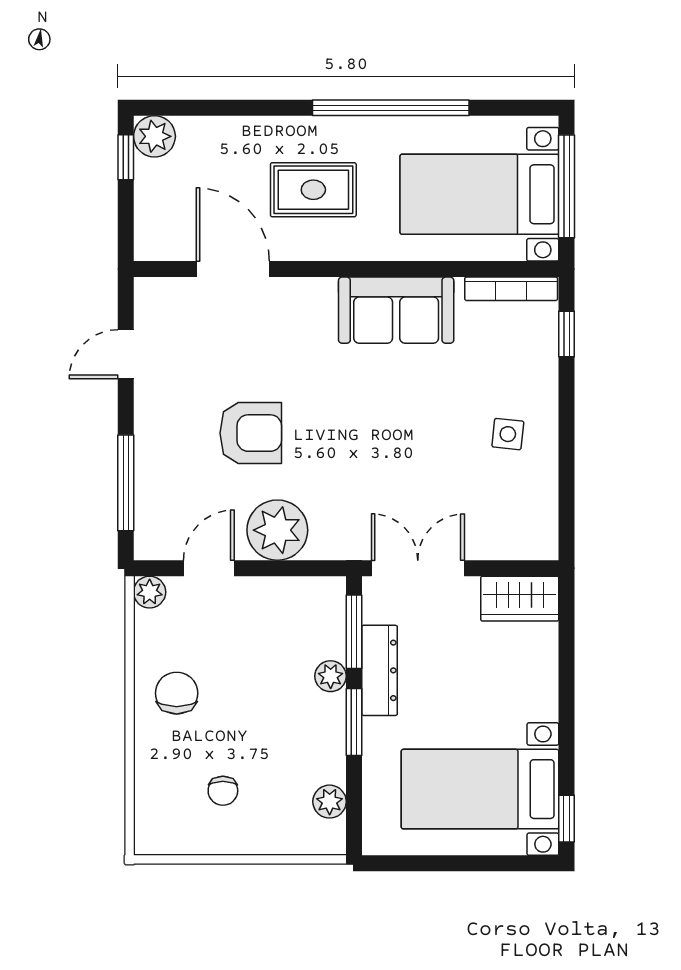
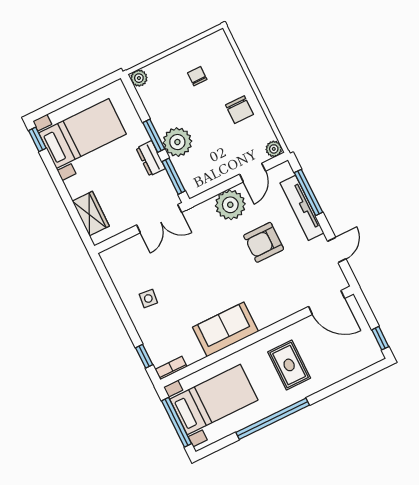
plant: (154, 136) -> (372, 354), removed
rug: (313, 190) -> (289, 365), turned 90
door: (233, 269) -> (327, 302), moved
bookcase: (511, 289) -> (171, 368), width x0.64
tv unit: (151, 461) -> (302, 208), added
wardrobe: (520, 599) -> (91, 214), moved, turned 90
dresser: (380, 670) -> (151, 158), width x0.70
plant: (331, 676) -> (177, 142), width x1.88, depth x1.88
plant: (330, 802) -> (139, 78), moved

